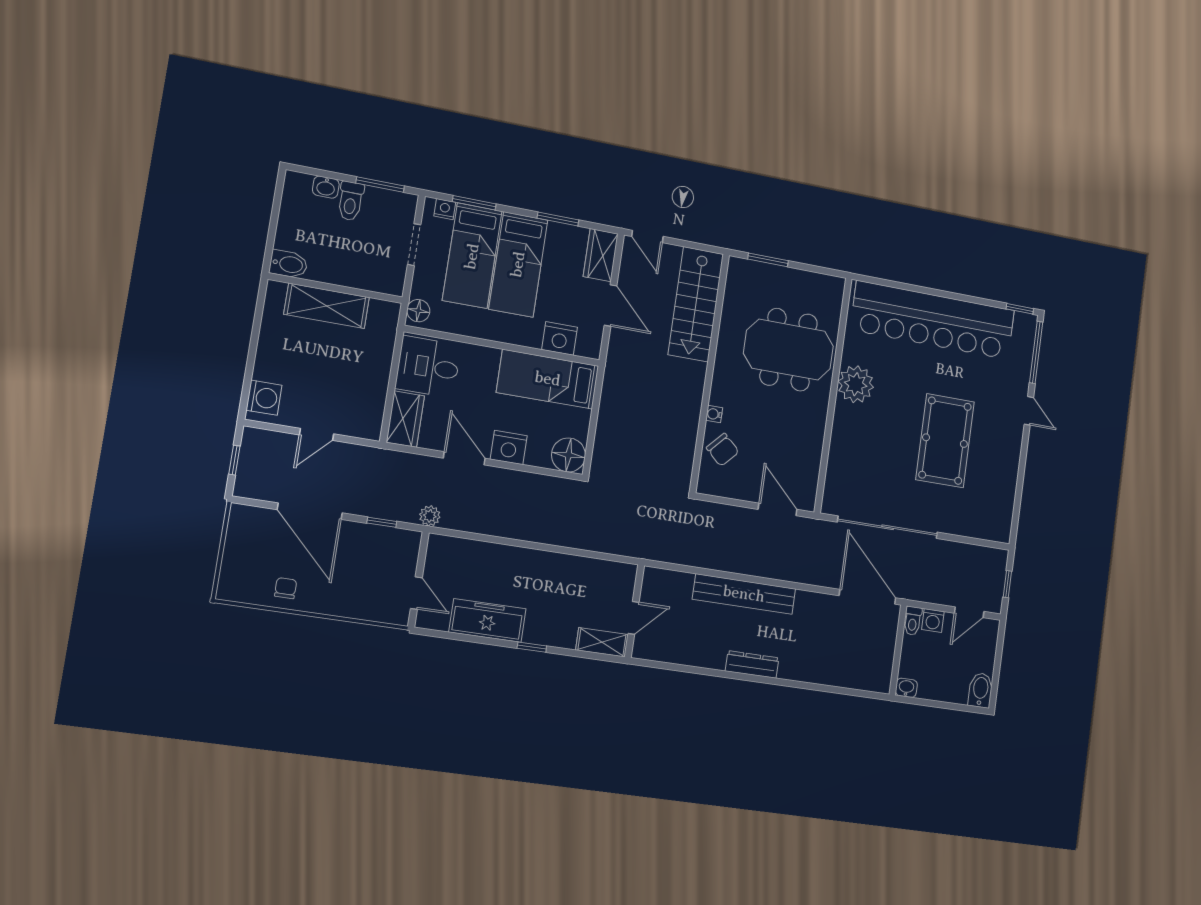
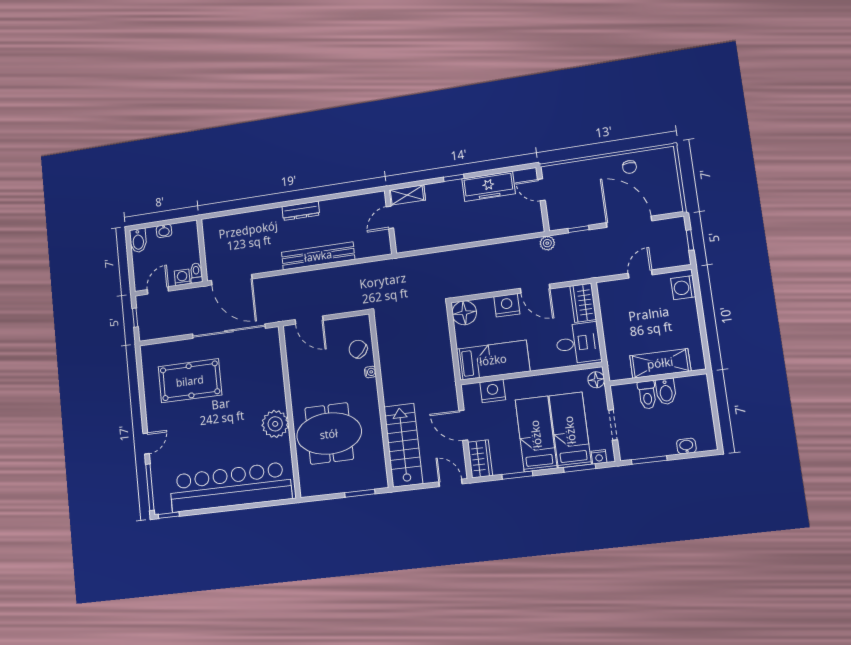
toilet: (351, 201) -> (647, 395), moved, turned 180
bidet: (289, 264) -> (666, 392), moved, turned -90
door: (1029, 411) -> (146, 444), swing flipped
pool table: (945, 441) -> (190, 381), moved, turned 90
washbasin: (906, 688) -> (164, 231), moved

